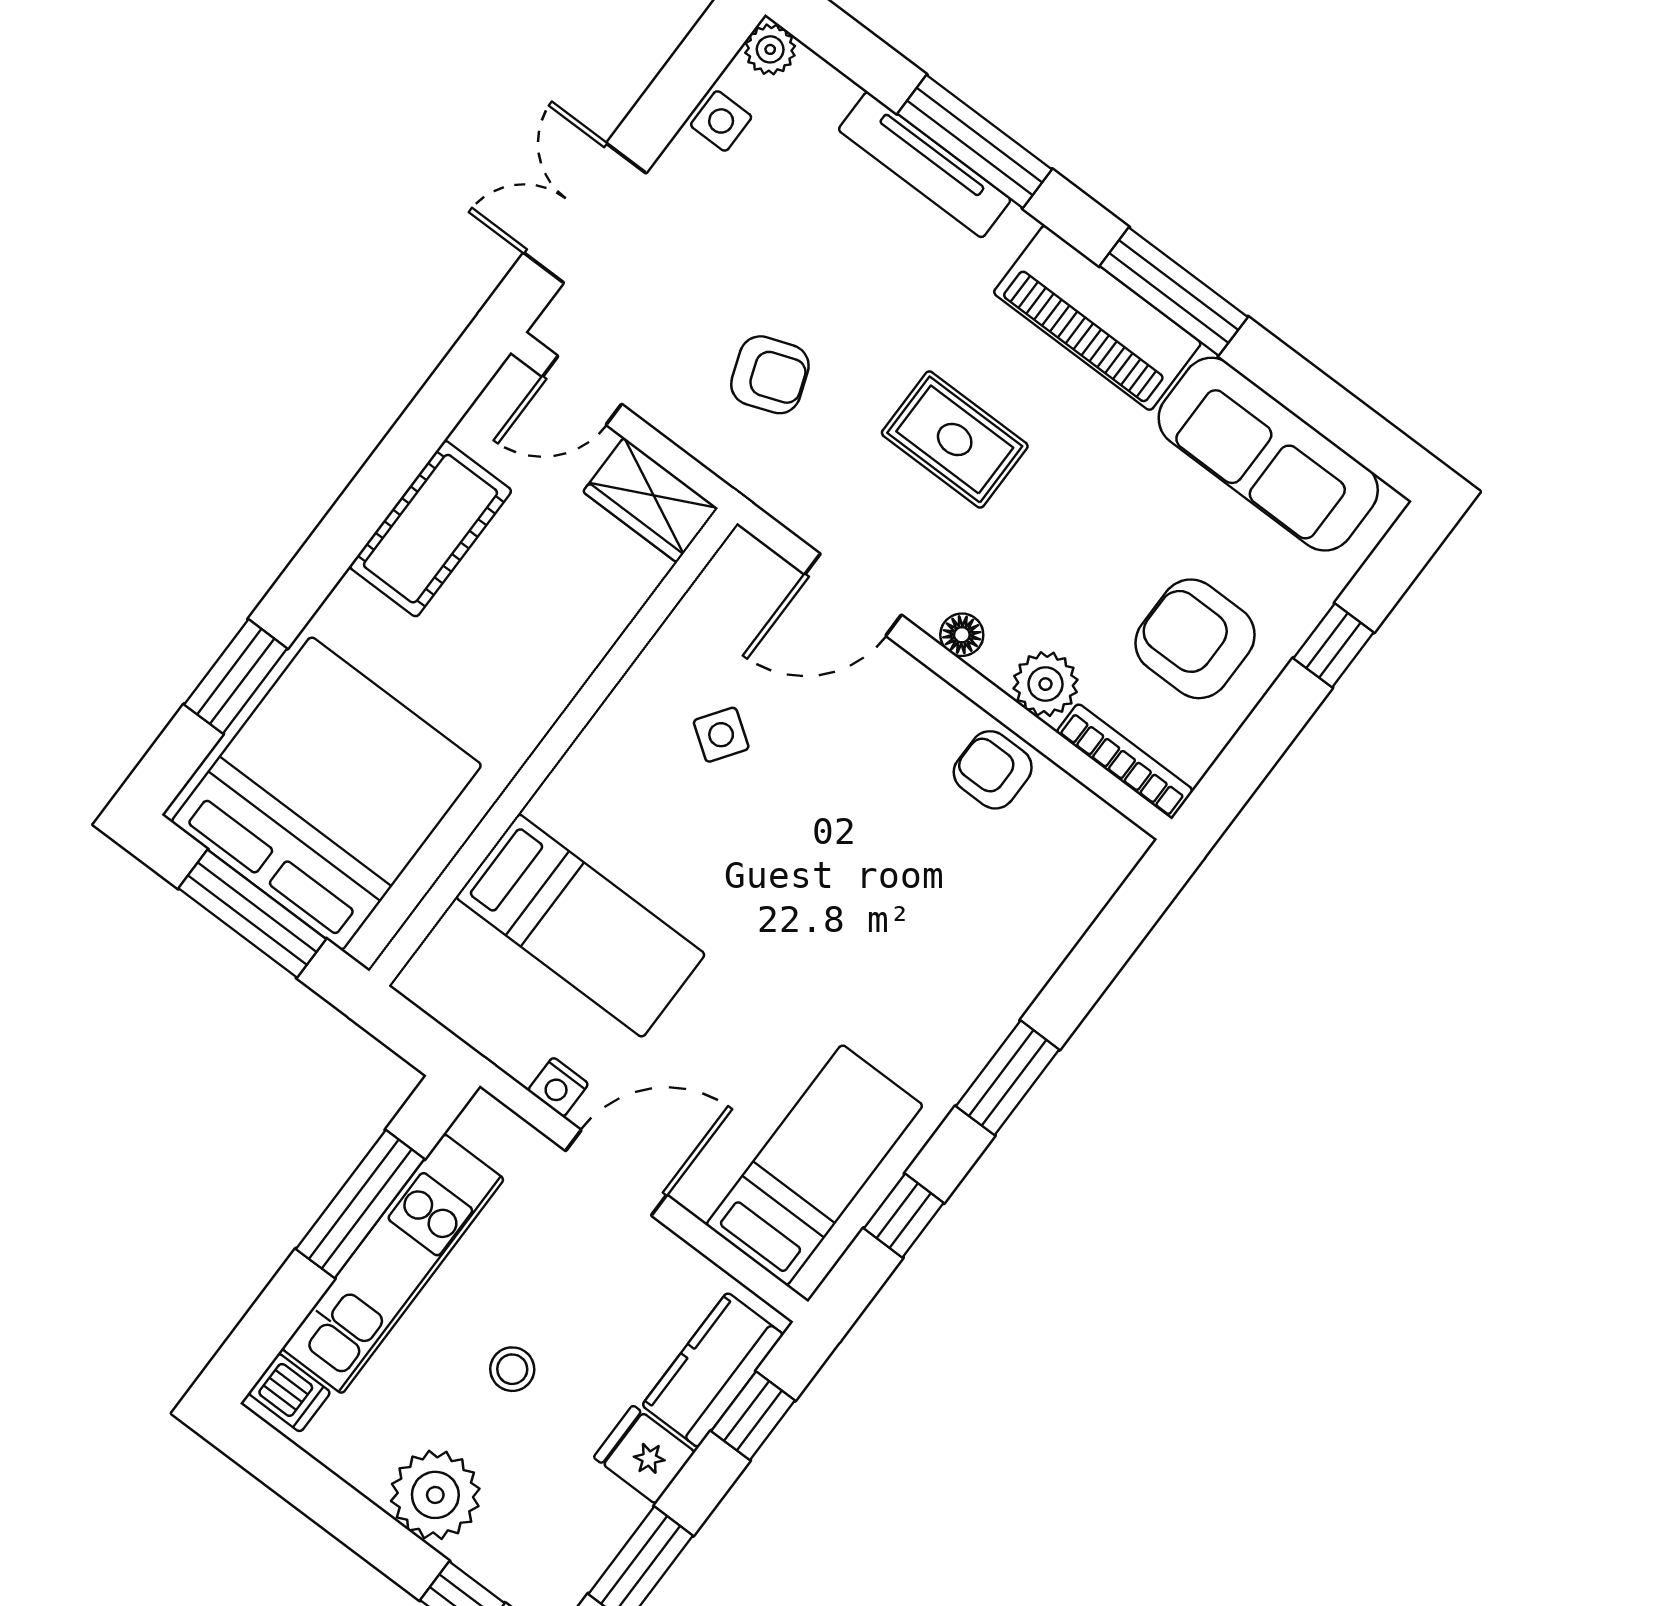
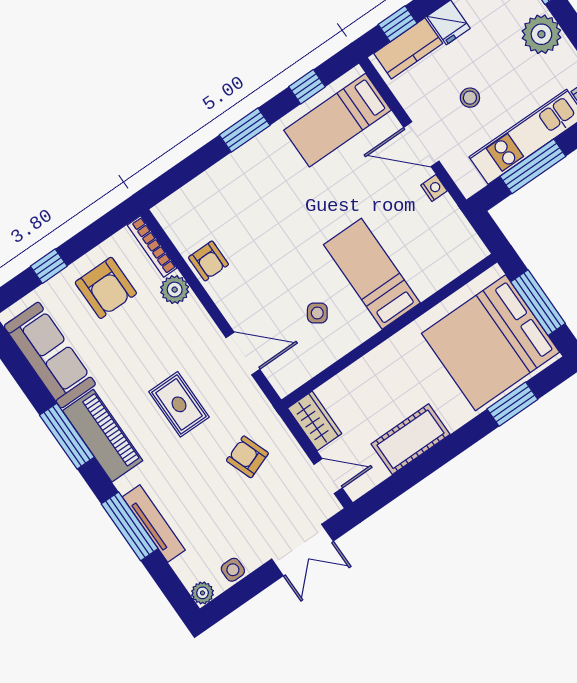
floor lamp: (962, 635) -> (203, 322), removed
bed: (580, 926) -> (372, 274), moved
stool: (512, 1369) -> (470, 98), moved

